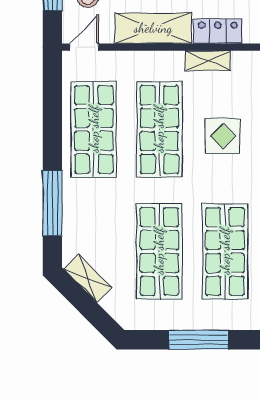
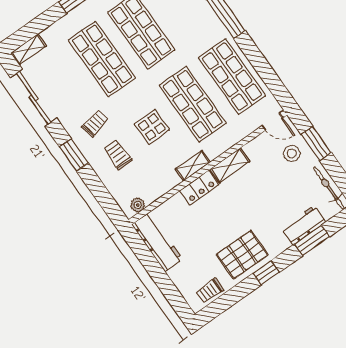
shelving: (153, 28) -> (230, 165), width x0.67, depth x0.75
door: (84, 47) -> (272, 122), hinge flipped

